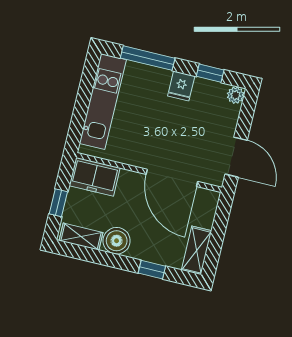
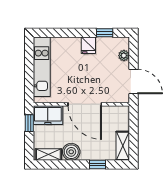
window: (148, 58) -> (63, 33), removed
plant: (236, 95) -> (124, 56), moved
door: (172, 178) -> (85, 104), moved
window: (58, 203) -> (29, 123), moved

